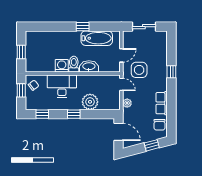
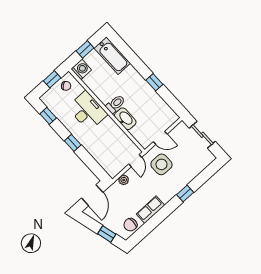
bathtub: (97, 38) -> (112, 56), moved
washing machine: (62, 66) -> (81, 69), moved
plant: (90, 102) -> (96, 147), removed

